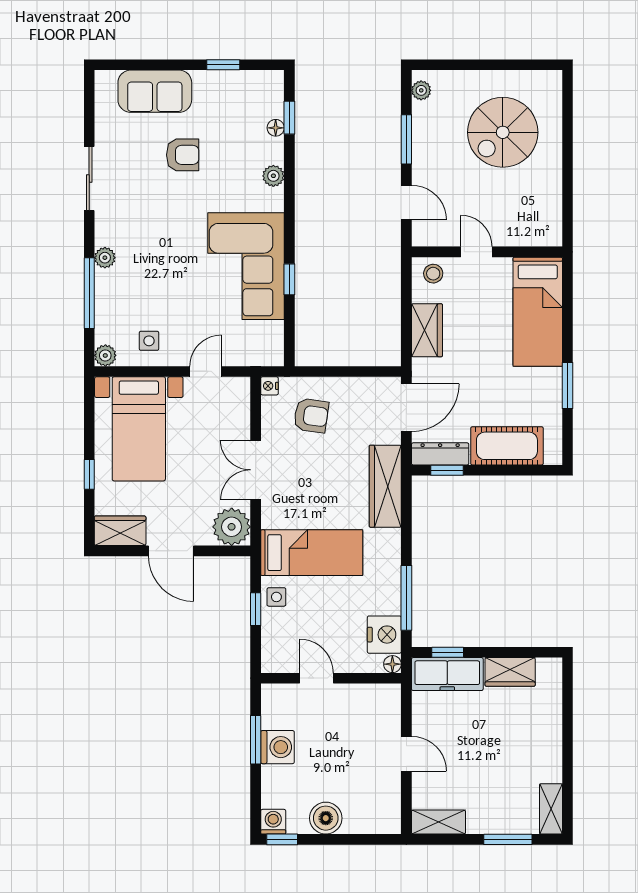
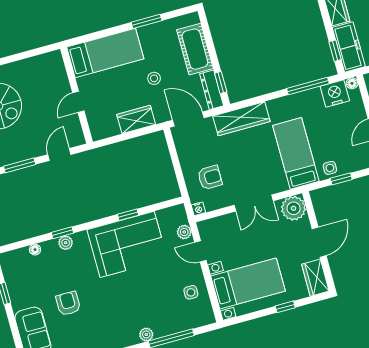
window: (289, 118) -> (62, 233), moved
stool: (433, 274) -> (154, 78), moved
plant: (105, 355) -> (184, 232), moved
armchair: (311, 416) -> (210, 177), turned 82

